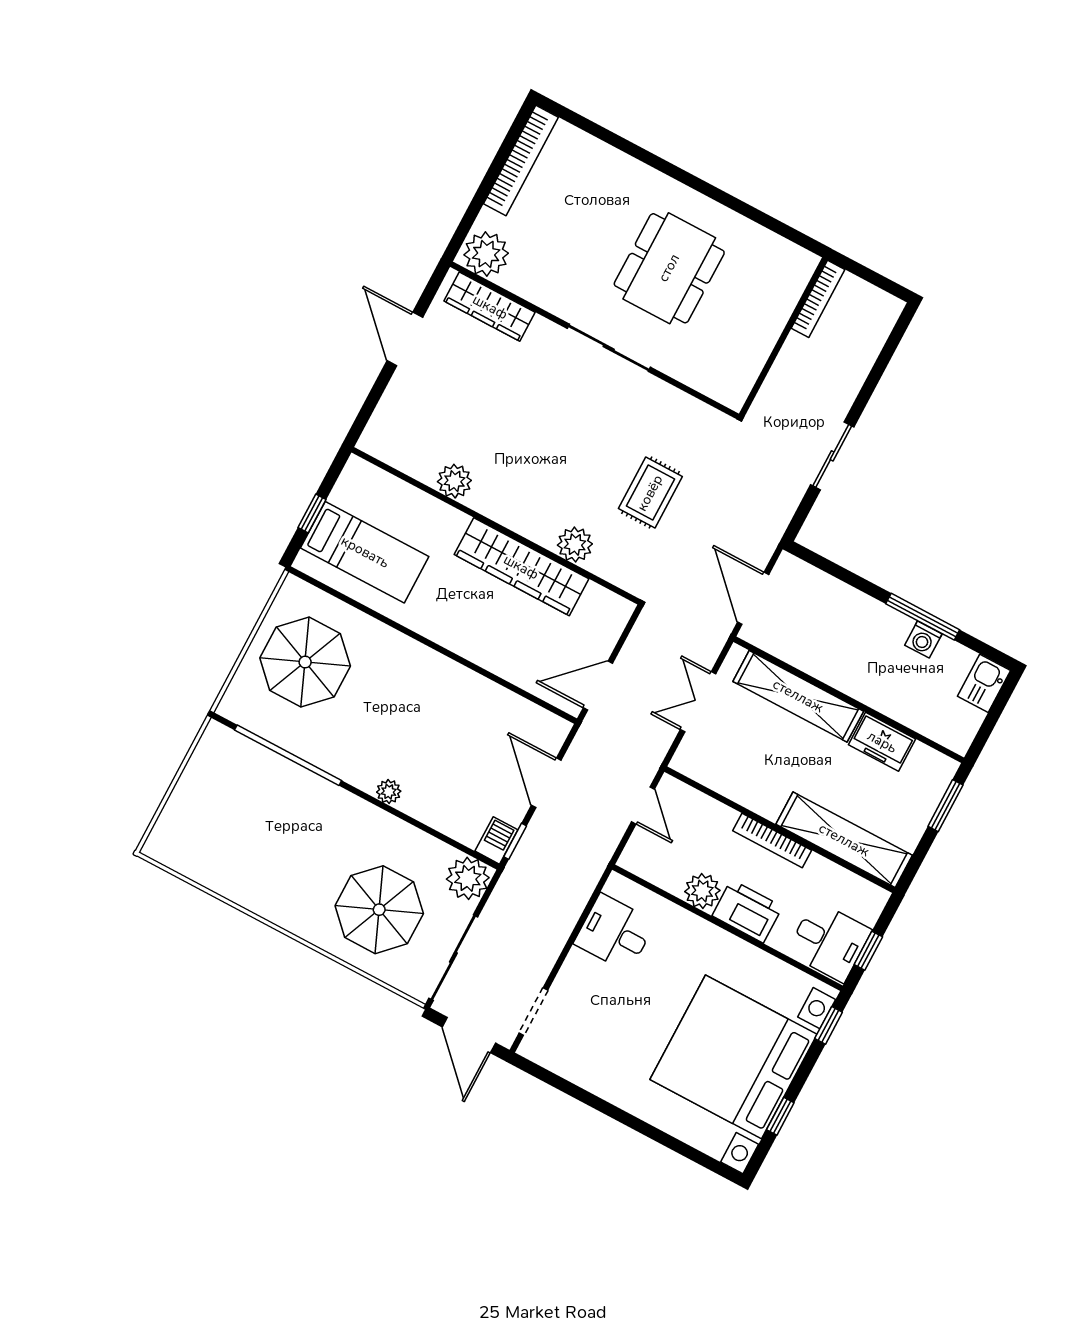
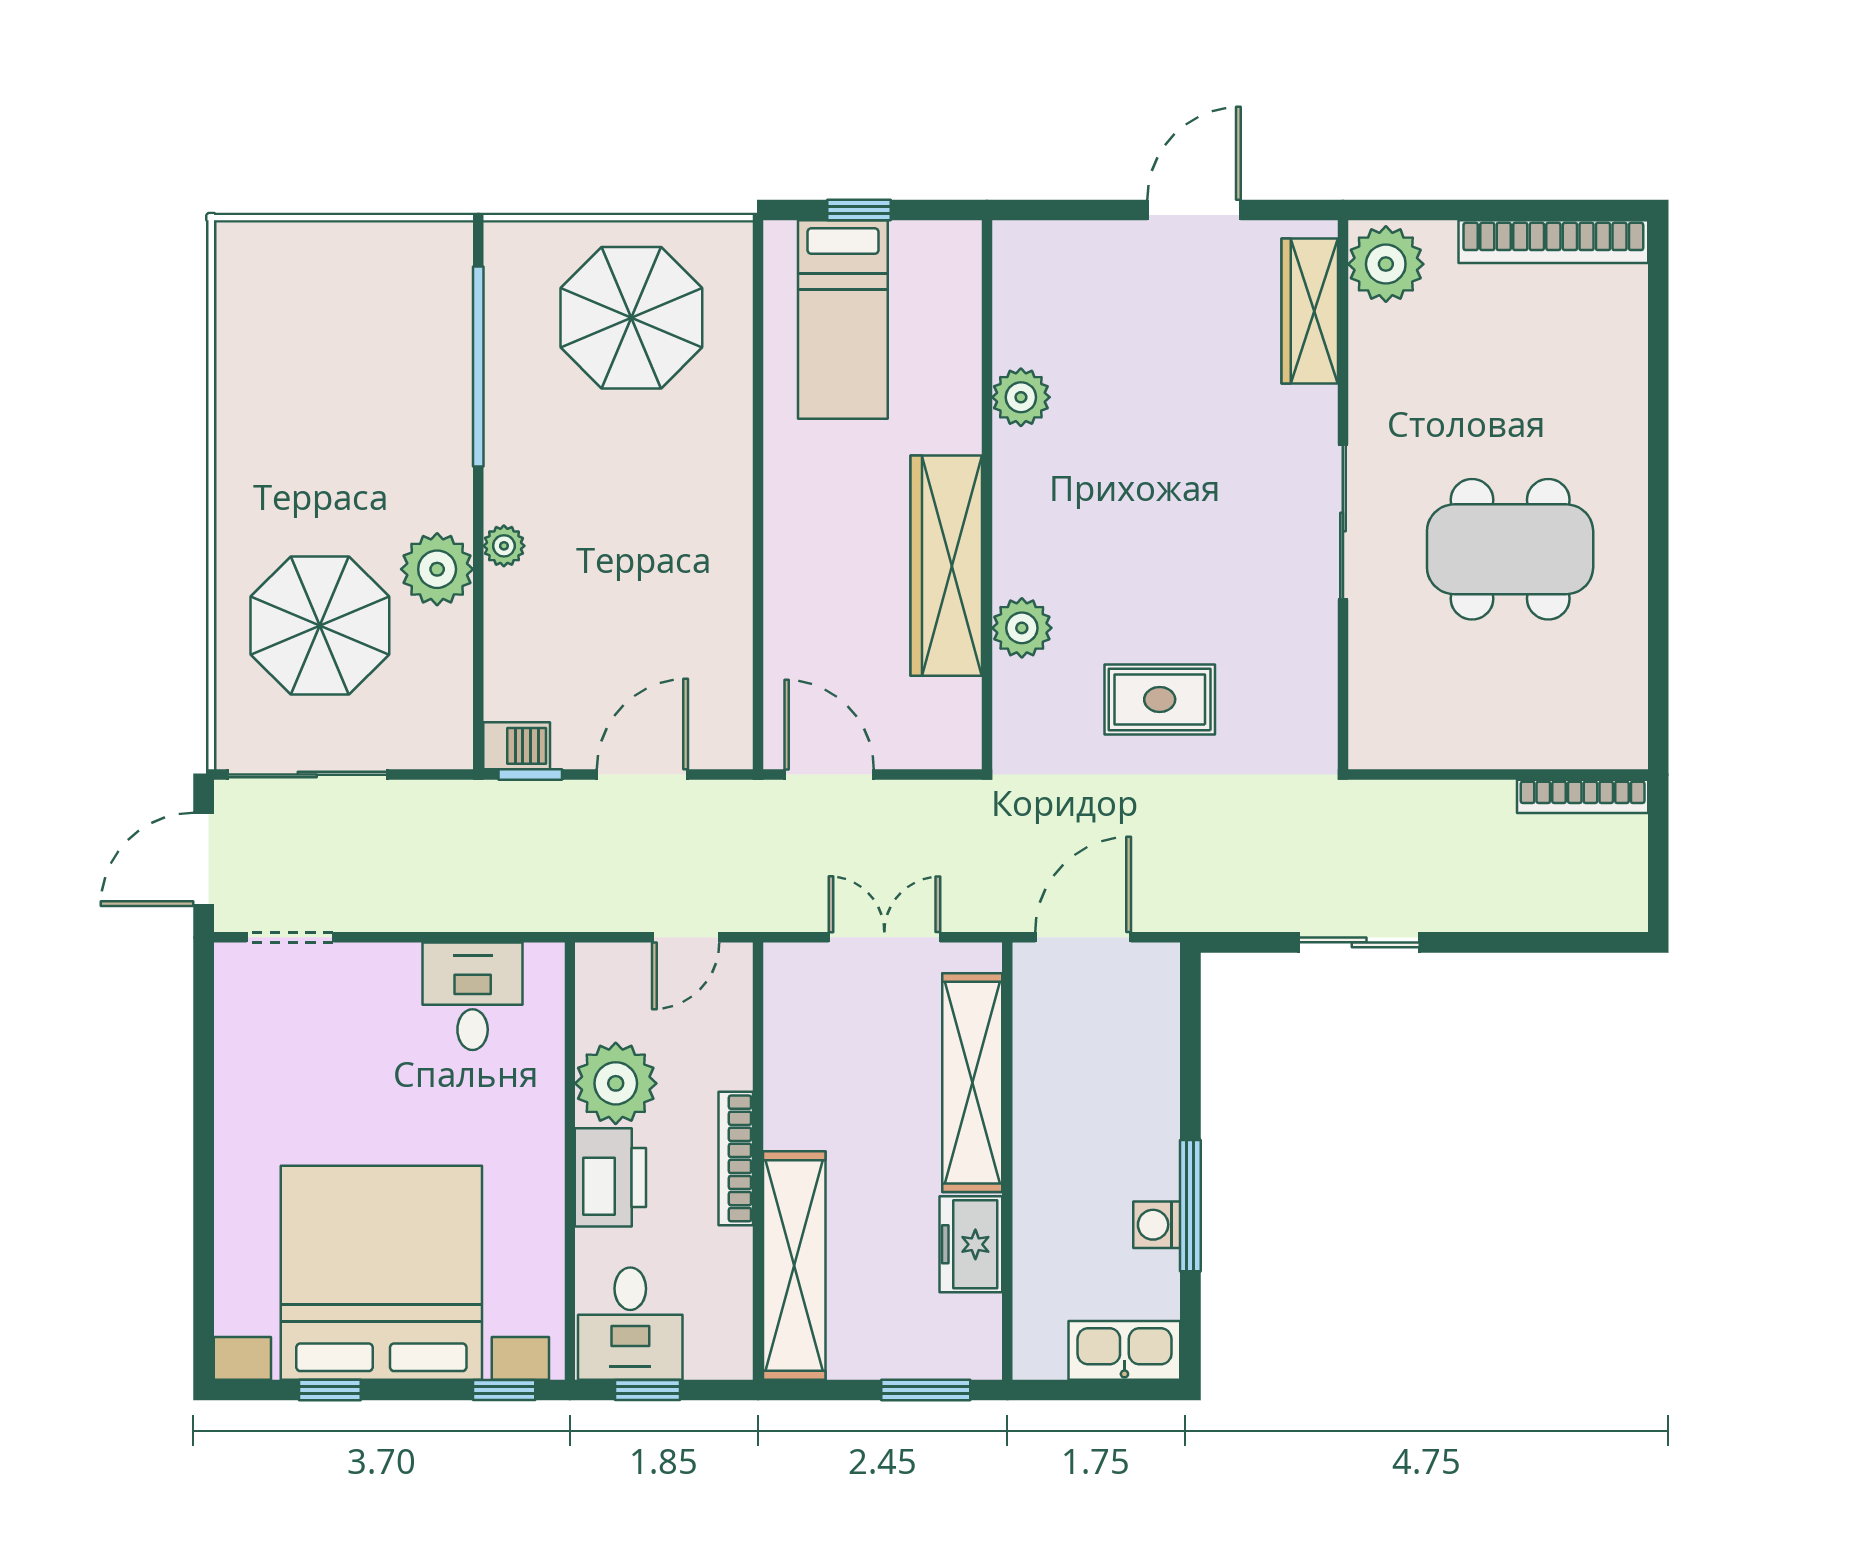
kitchen sink: (984, 683) -> (1124, 1350), width x1.38
plant: (468, 878) -> (437, 569), moved
plant: (702, 891) -> (616, 1083), width x1.36, depth x1.36

